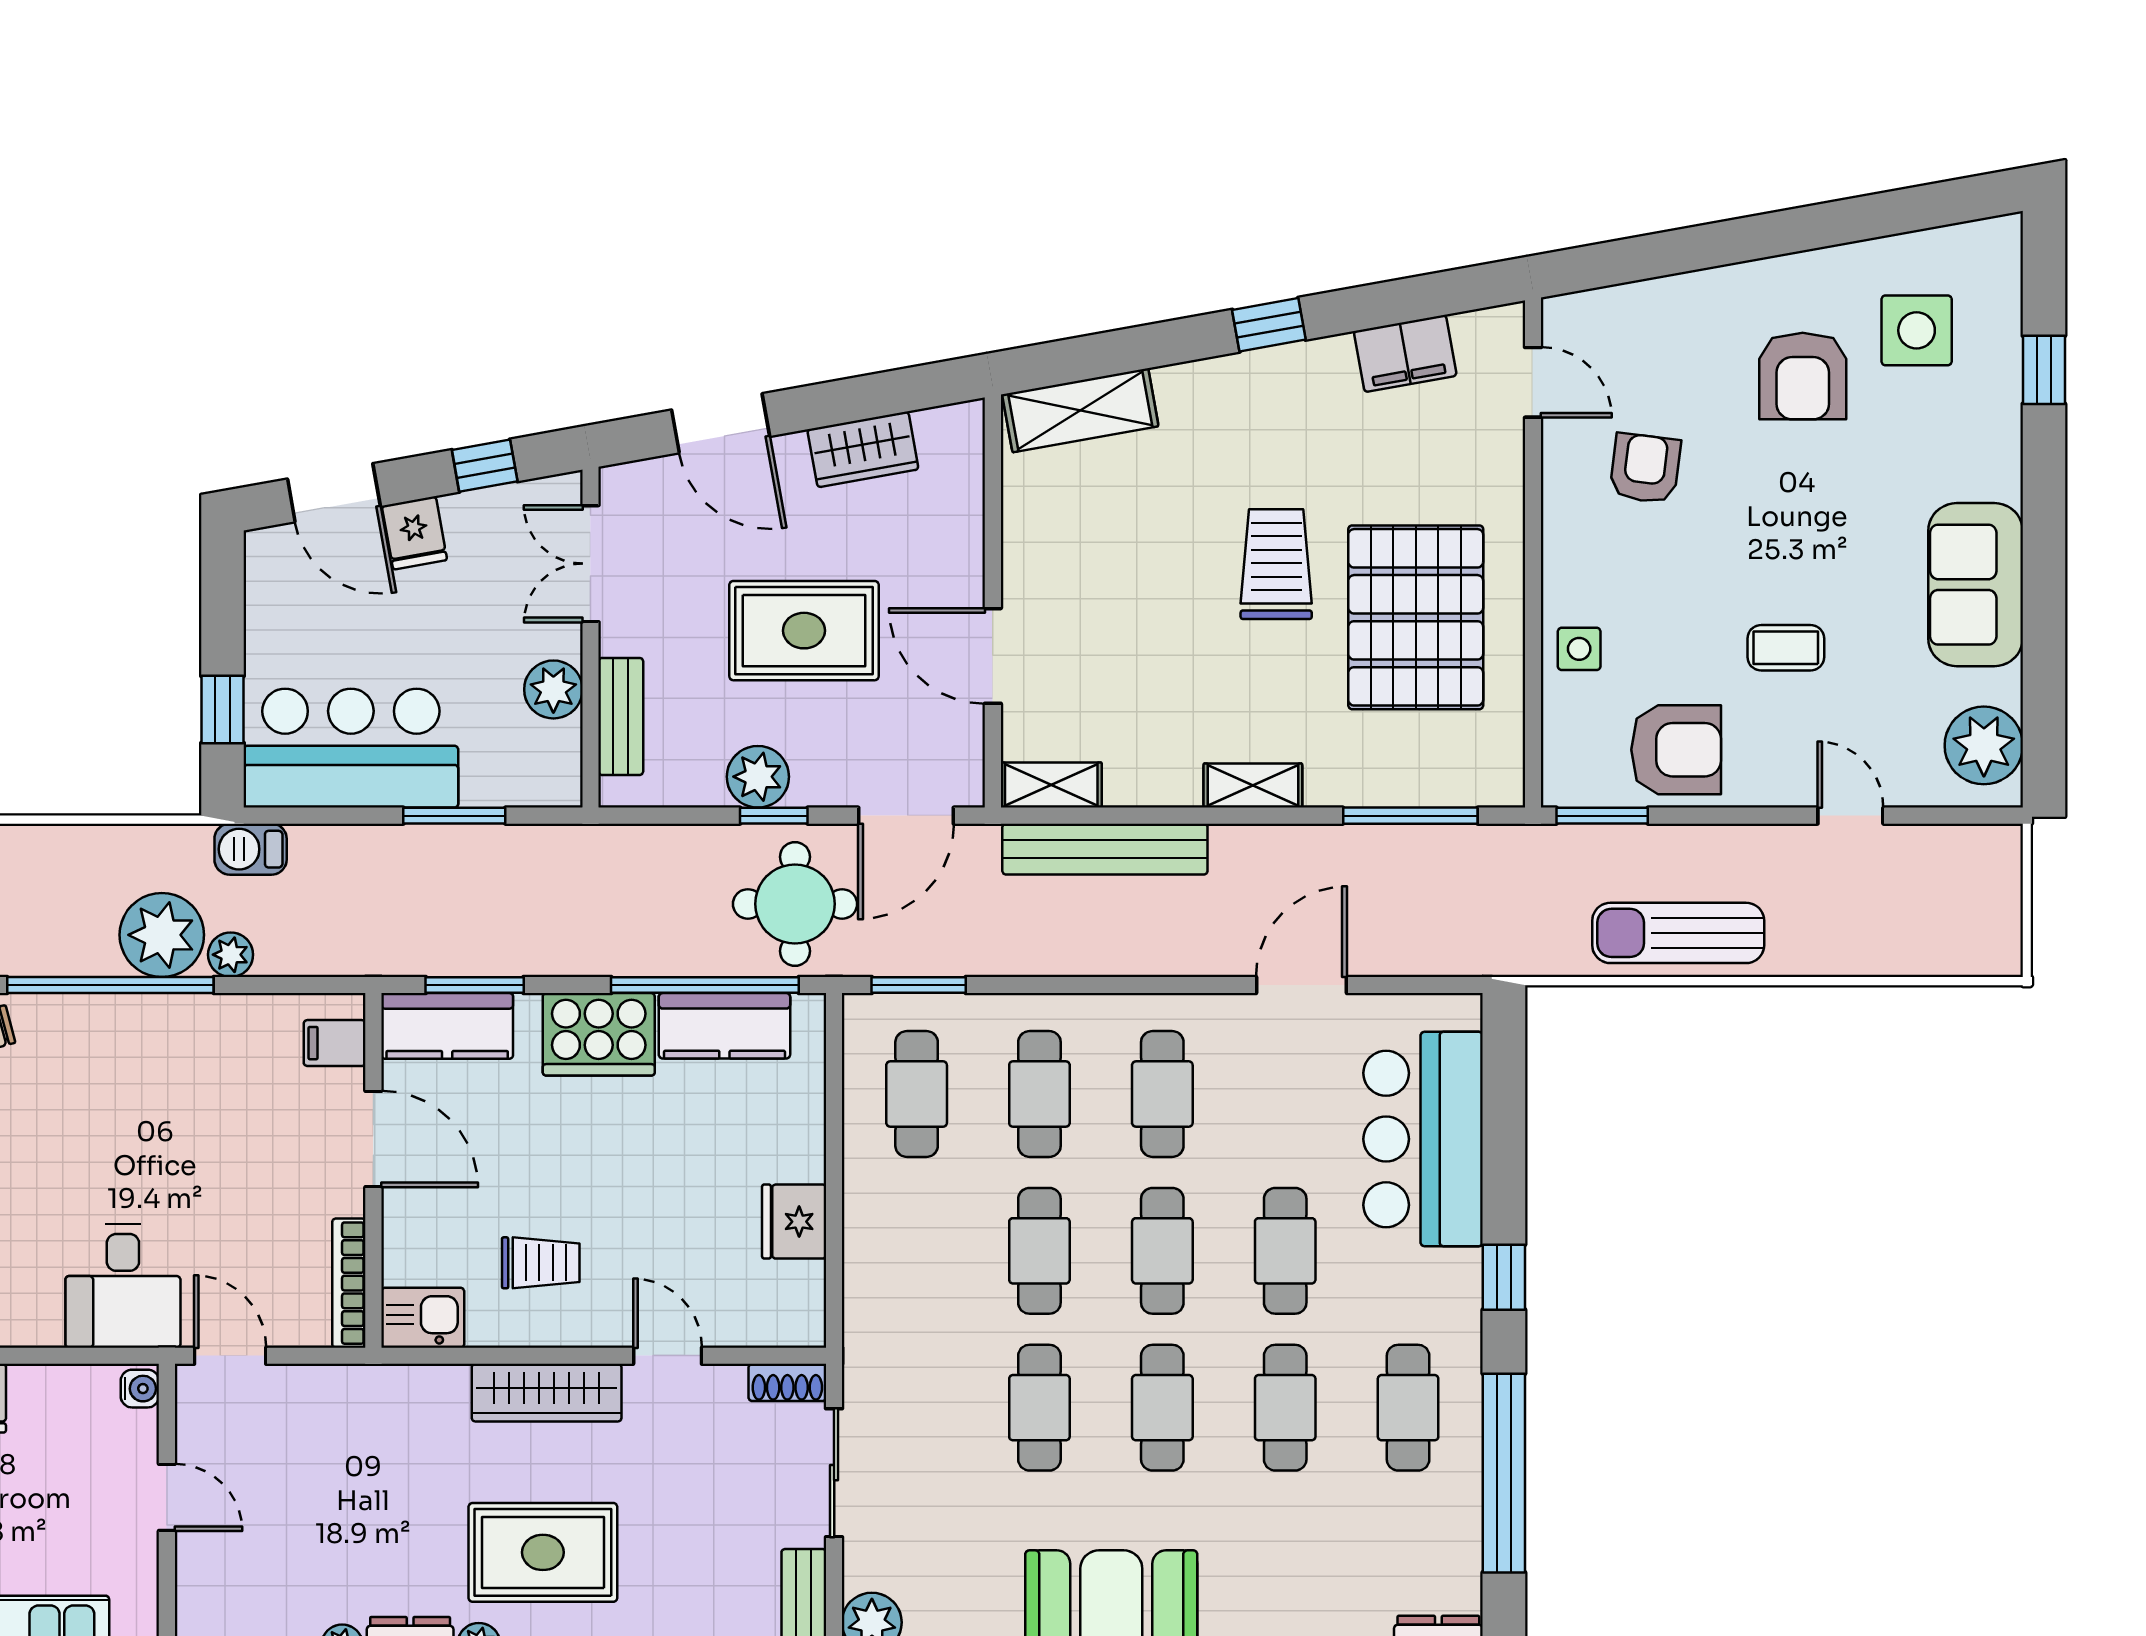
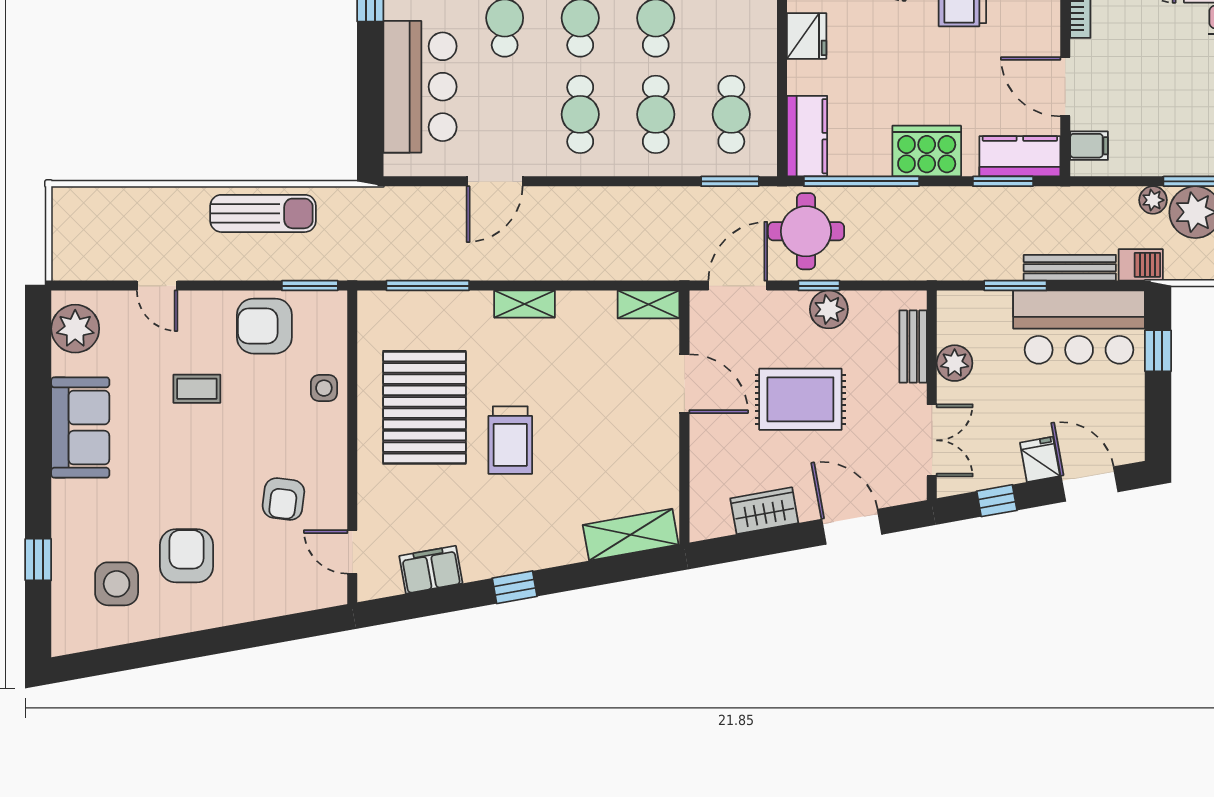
bench: (1105, 849) -> (1070, 268), moved, width x0.73, depth x0.82
kitchen counter: (724, 1026) -> (807, 136), moved, turned 90

